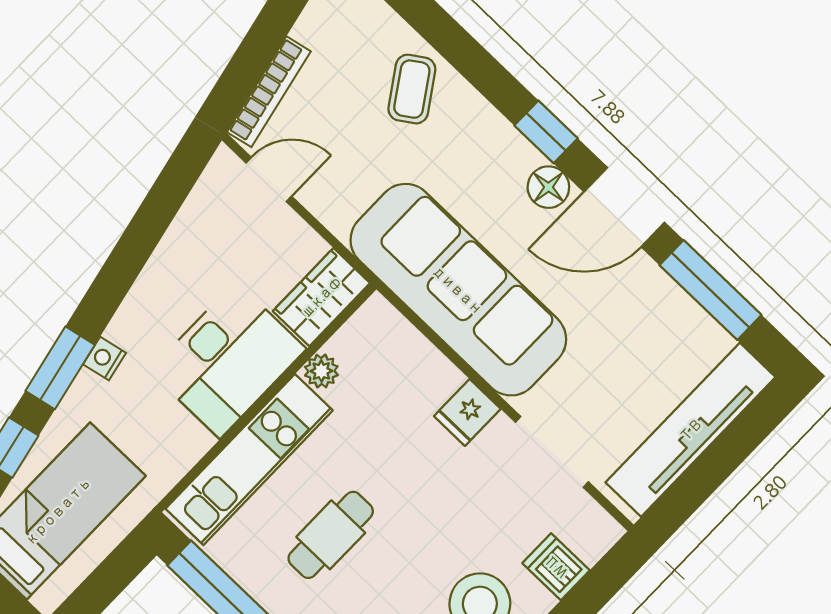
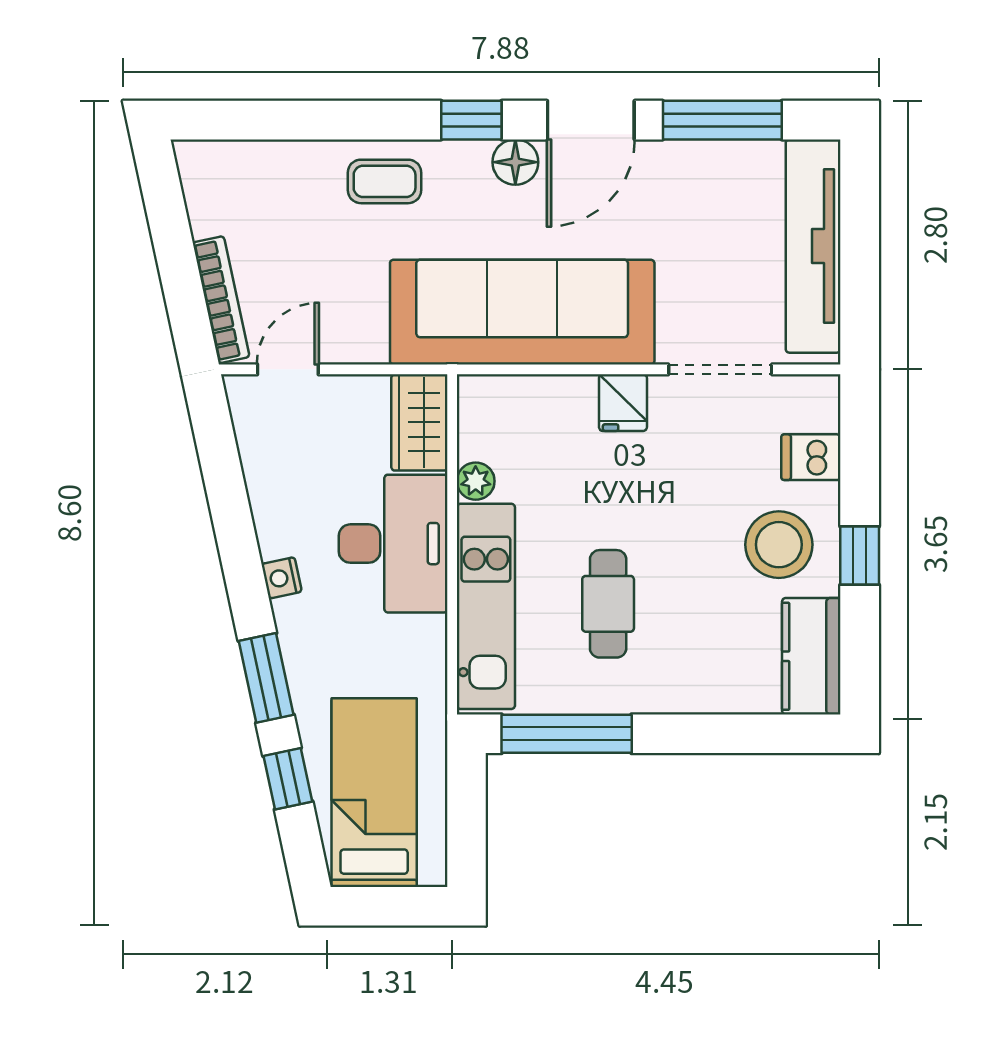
coffee table: (412, 89) -> (385, 181), moved, turned -56
nightstand: (104, 359) -> (282, 578), moved

